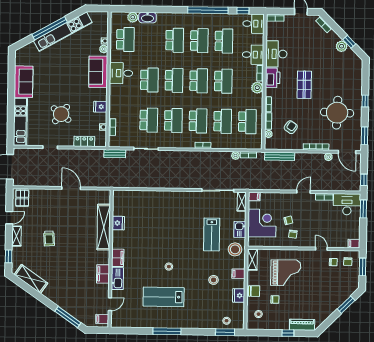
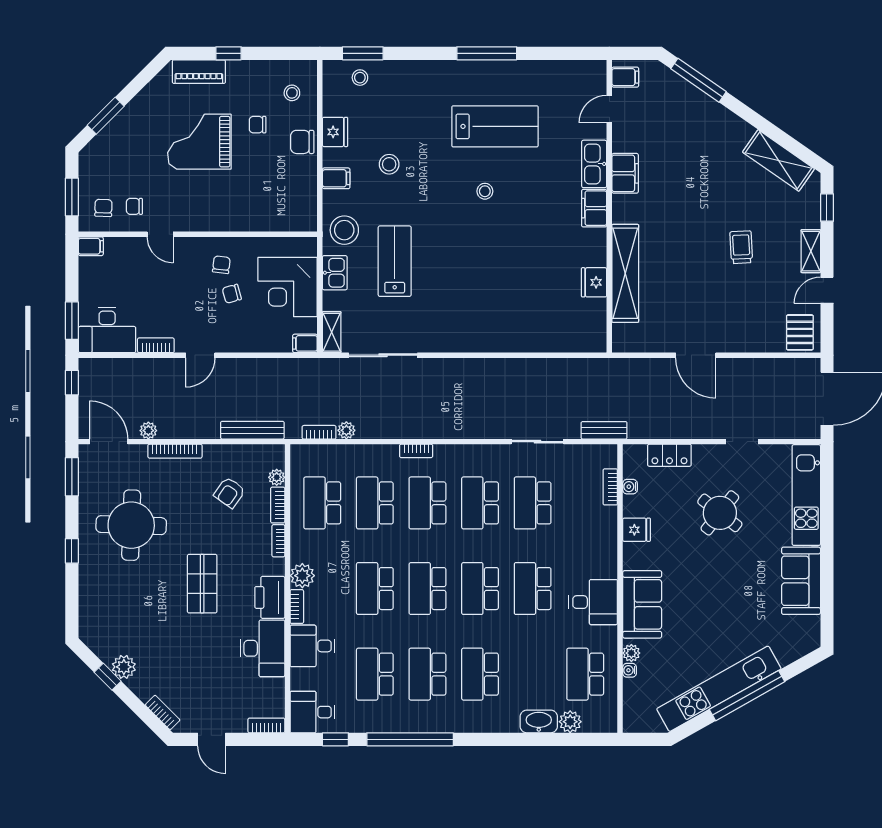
shelving: (252, 260) -> (307, 209), removed
grand piano: (286, 273) -> (199, 142), moved

